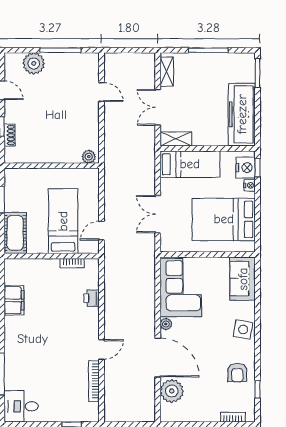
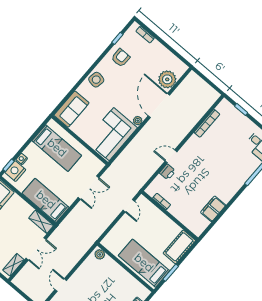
bed: (224, 219) -> (57, 148), width x0.67
bed: (63, 221) -> (144, 263), moved, turned 90
door: (102, 231) -> (129, 206), hinge flipped
door: (102, 349) -> (171, 156), moved

